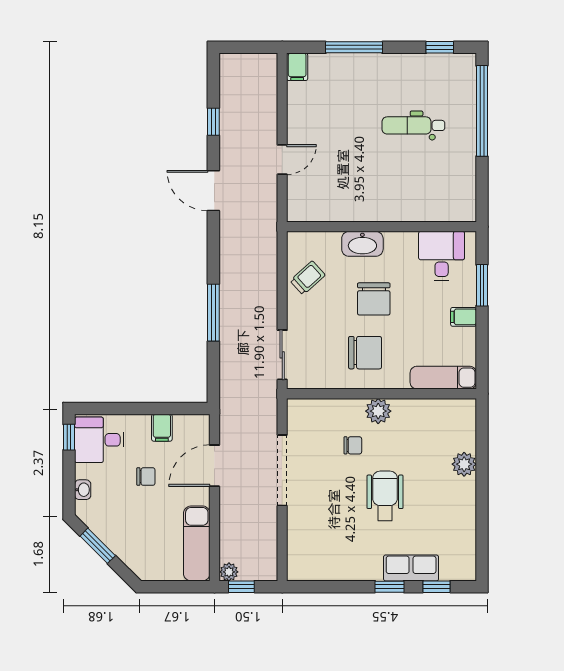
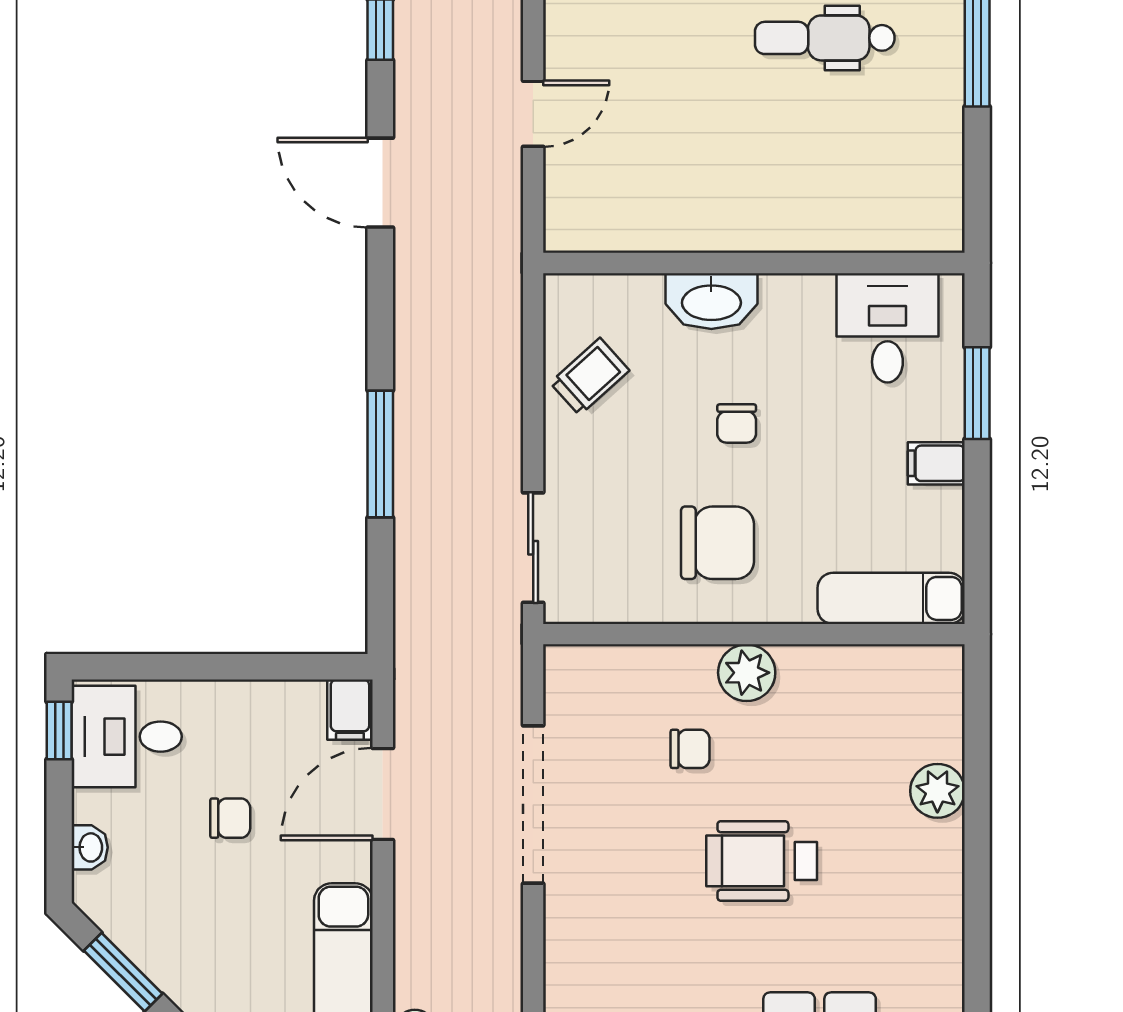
chair: (374, 299) -> (737, 424), width x0.54, depth x0.54
filing cabinet: (162, 428) -> (350, 710), moved
wheelchair: (385, 496) -> (762, 861), turned -90

